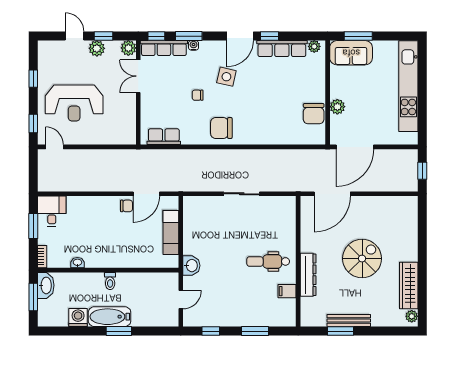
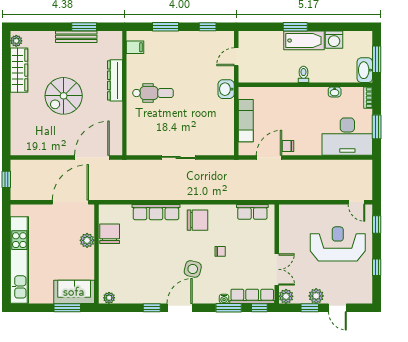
row of seats: (282, 49) -> (156, 212), moved, turned 180
desk: (52, 211) -> (347, 137), width x1.87, depth x1.30
filing cabinet: (287, 291) -> (135, 47), moved

